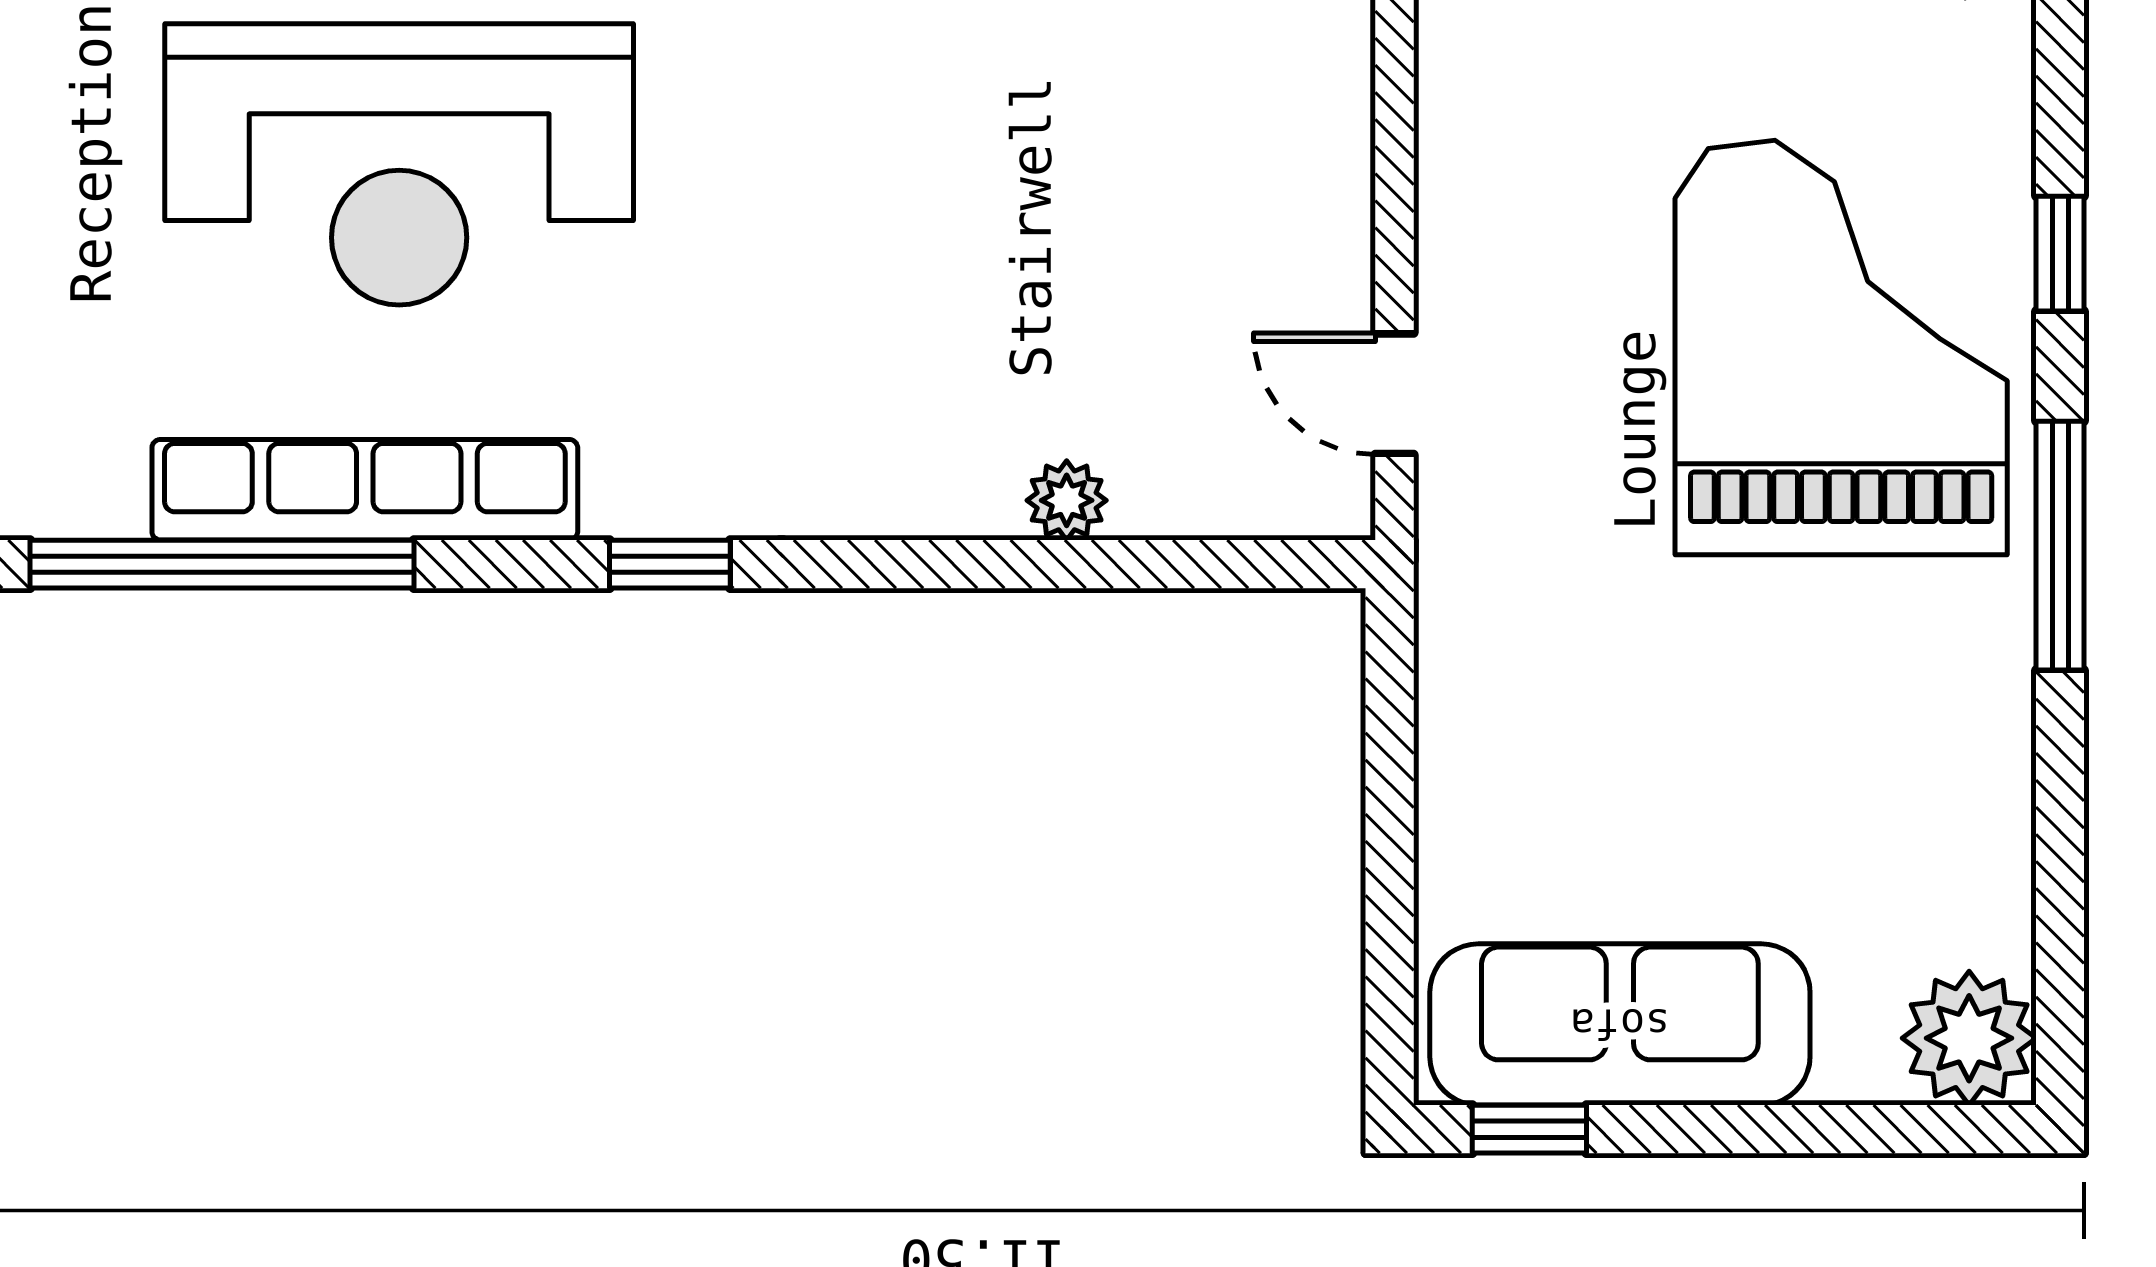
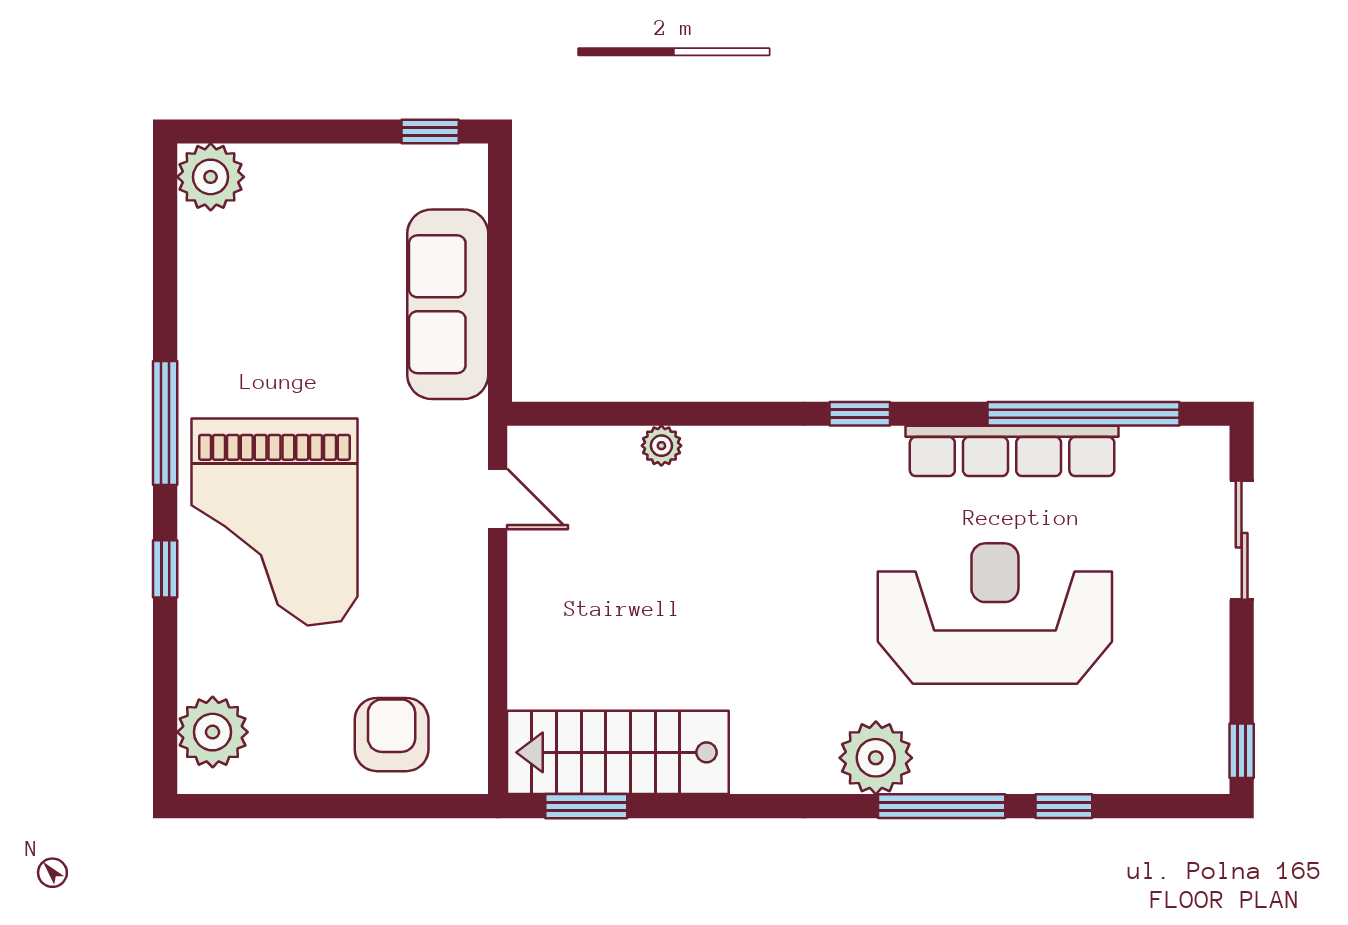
sofa: (1620, 1024) -> (448, 304), moved, turned 90

